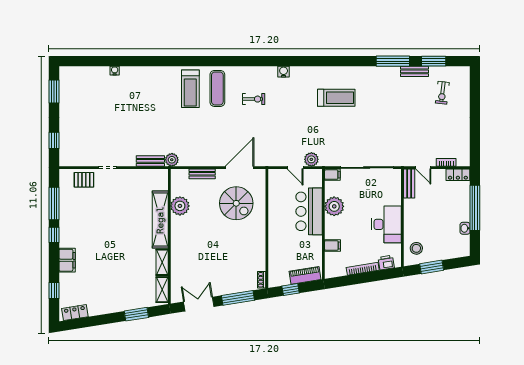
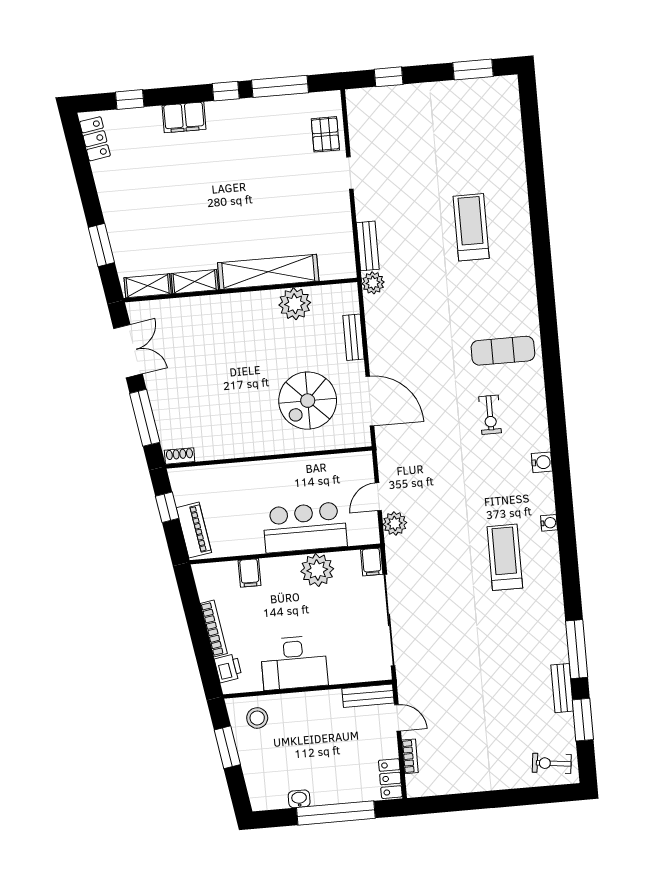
water cooler: (115, 71) -> (549, 523), moved
treadmill: (190, 89) -> (471, 227), moved, turned 90
exercise bike: (442, 93) -> (552, 763), moved
treadmill: (336, 98) -> (505, 557), turned 180
door: (423, 168) -> (398, 718), swing flipped

